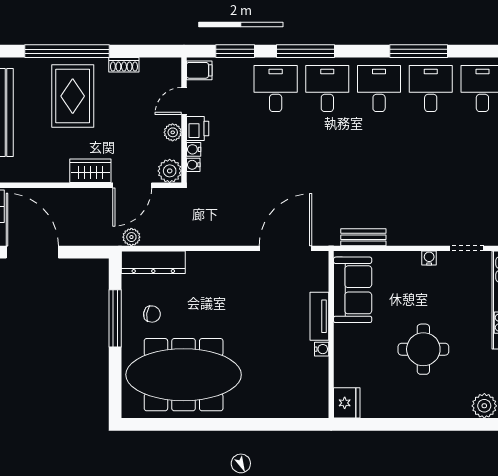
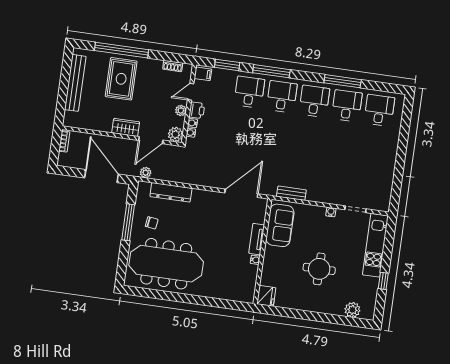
shoe rack: (124, 65) -> (173, 66), moved
door: (32, 252) -> (101, 176), moved
dresser: (153, 262) -> (171, 192), moved

